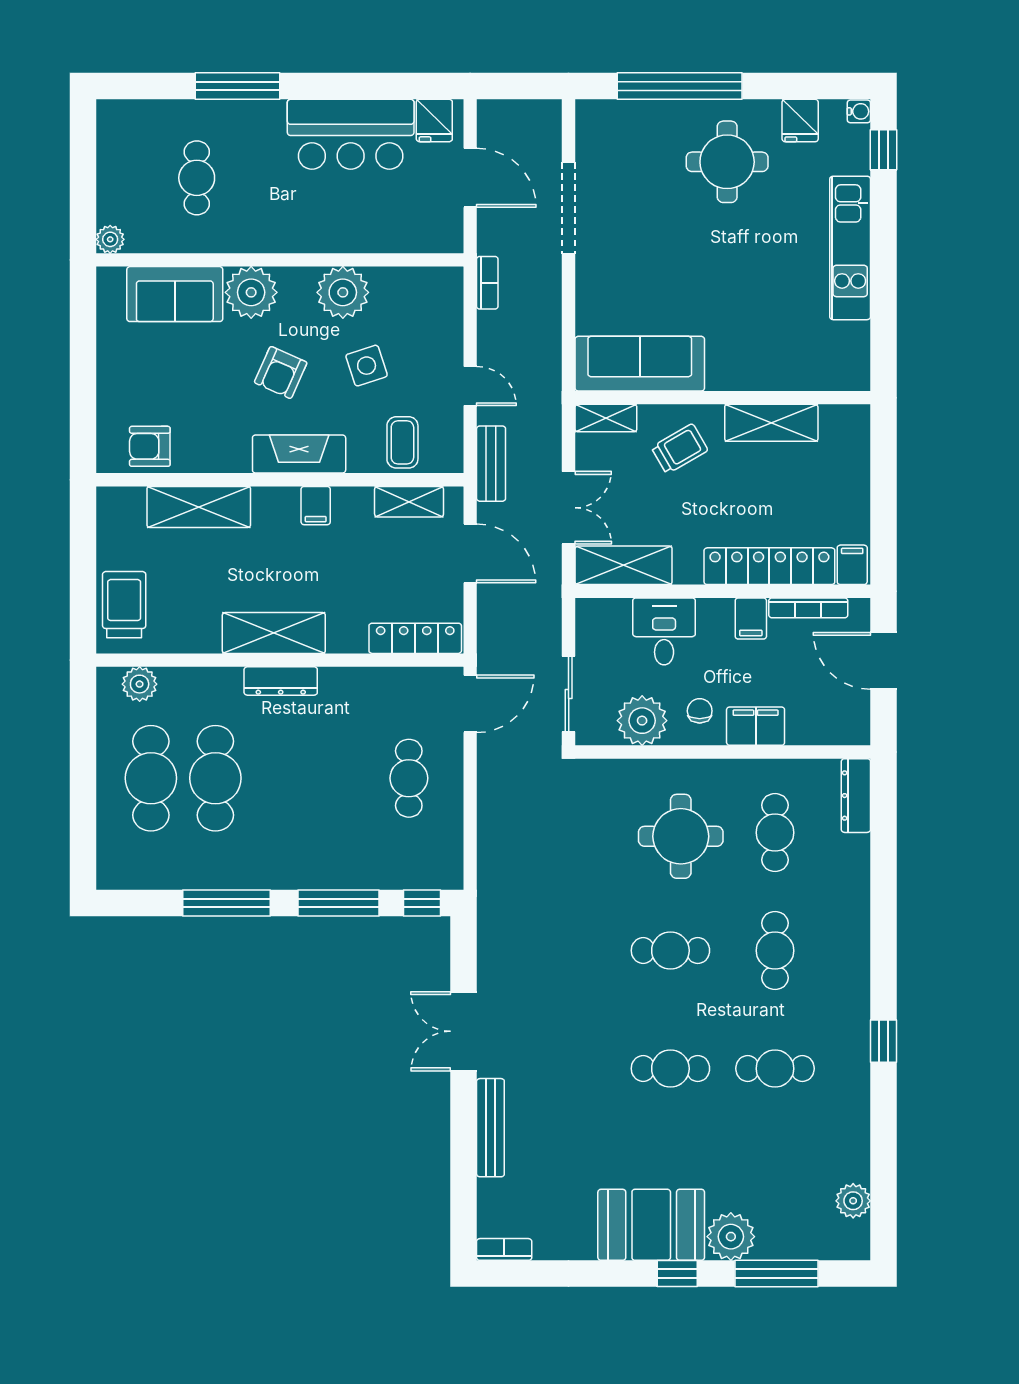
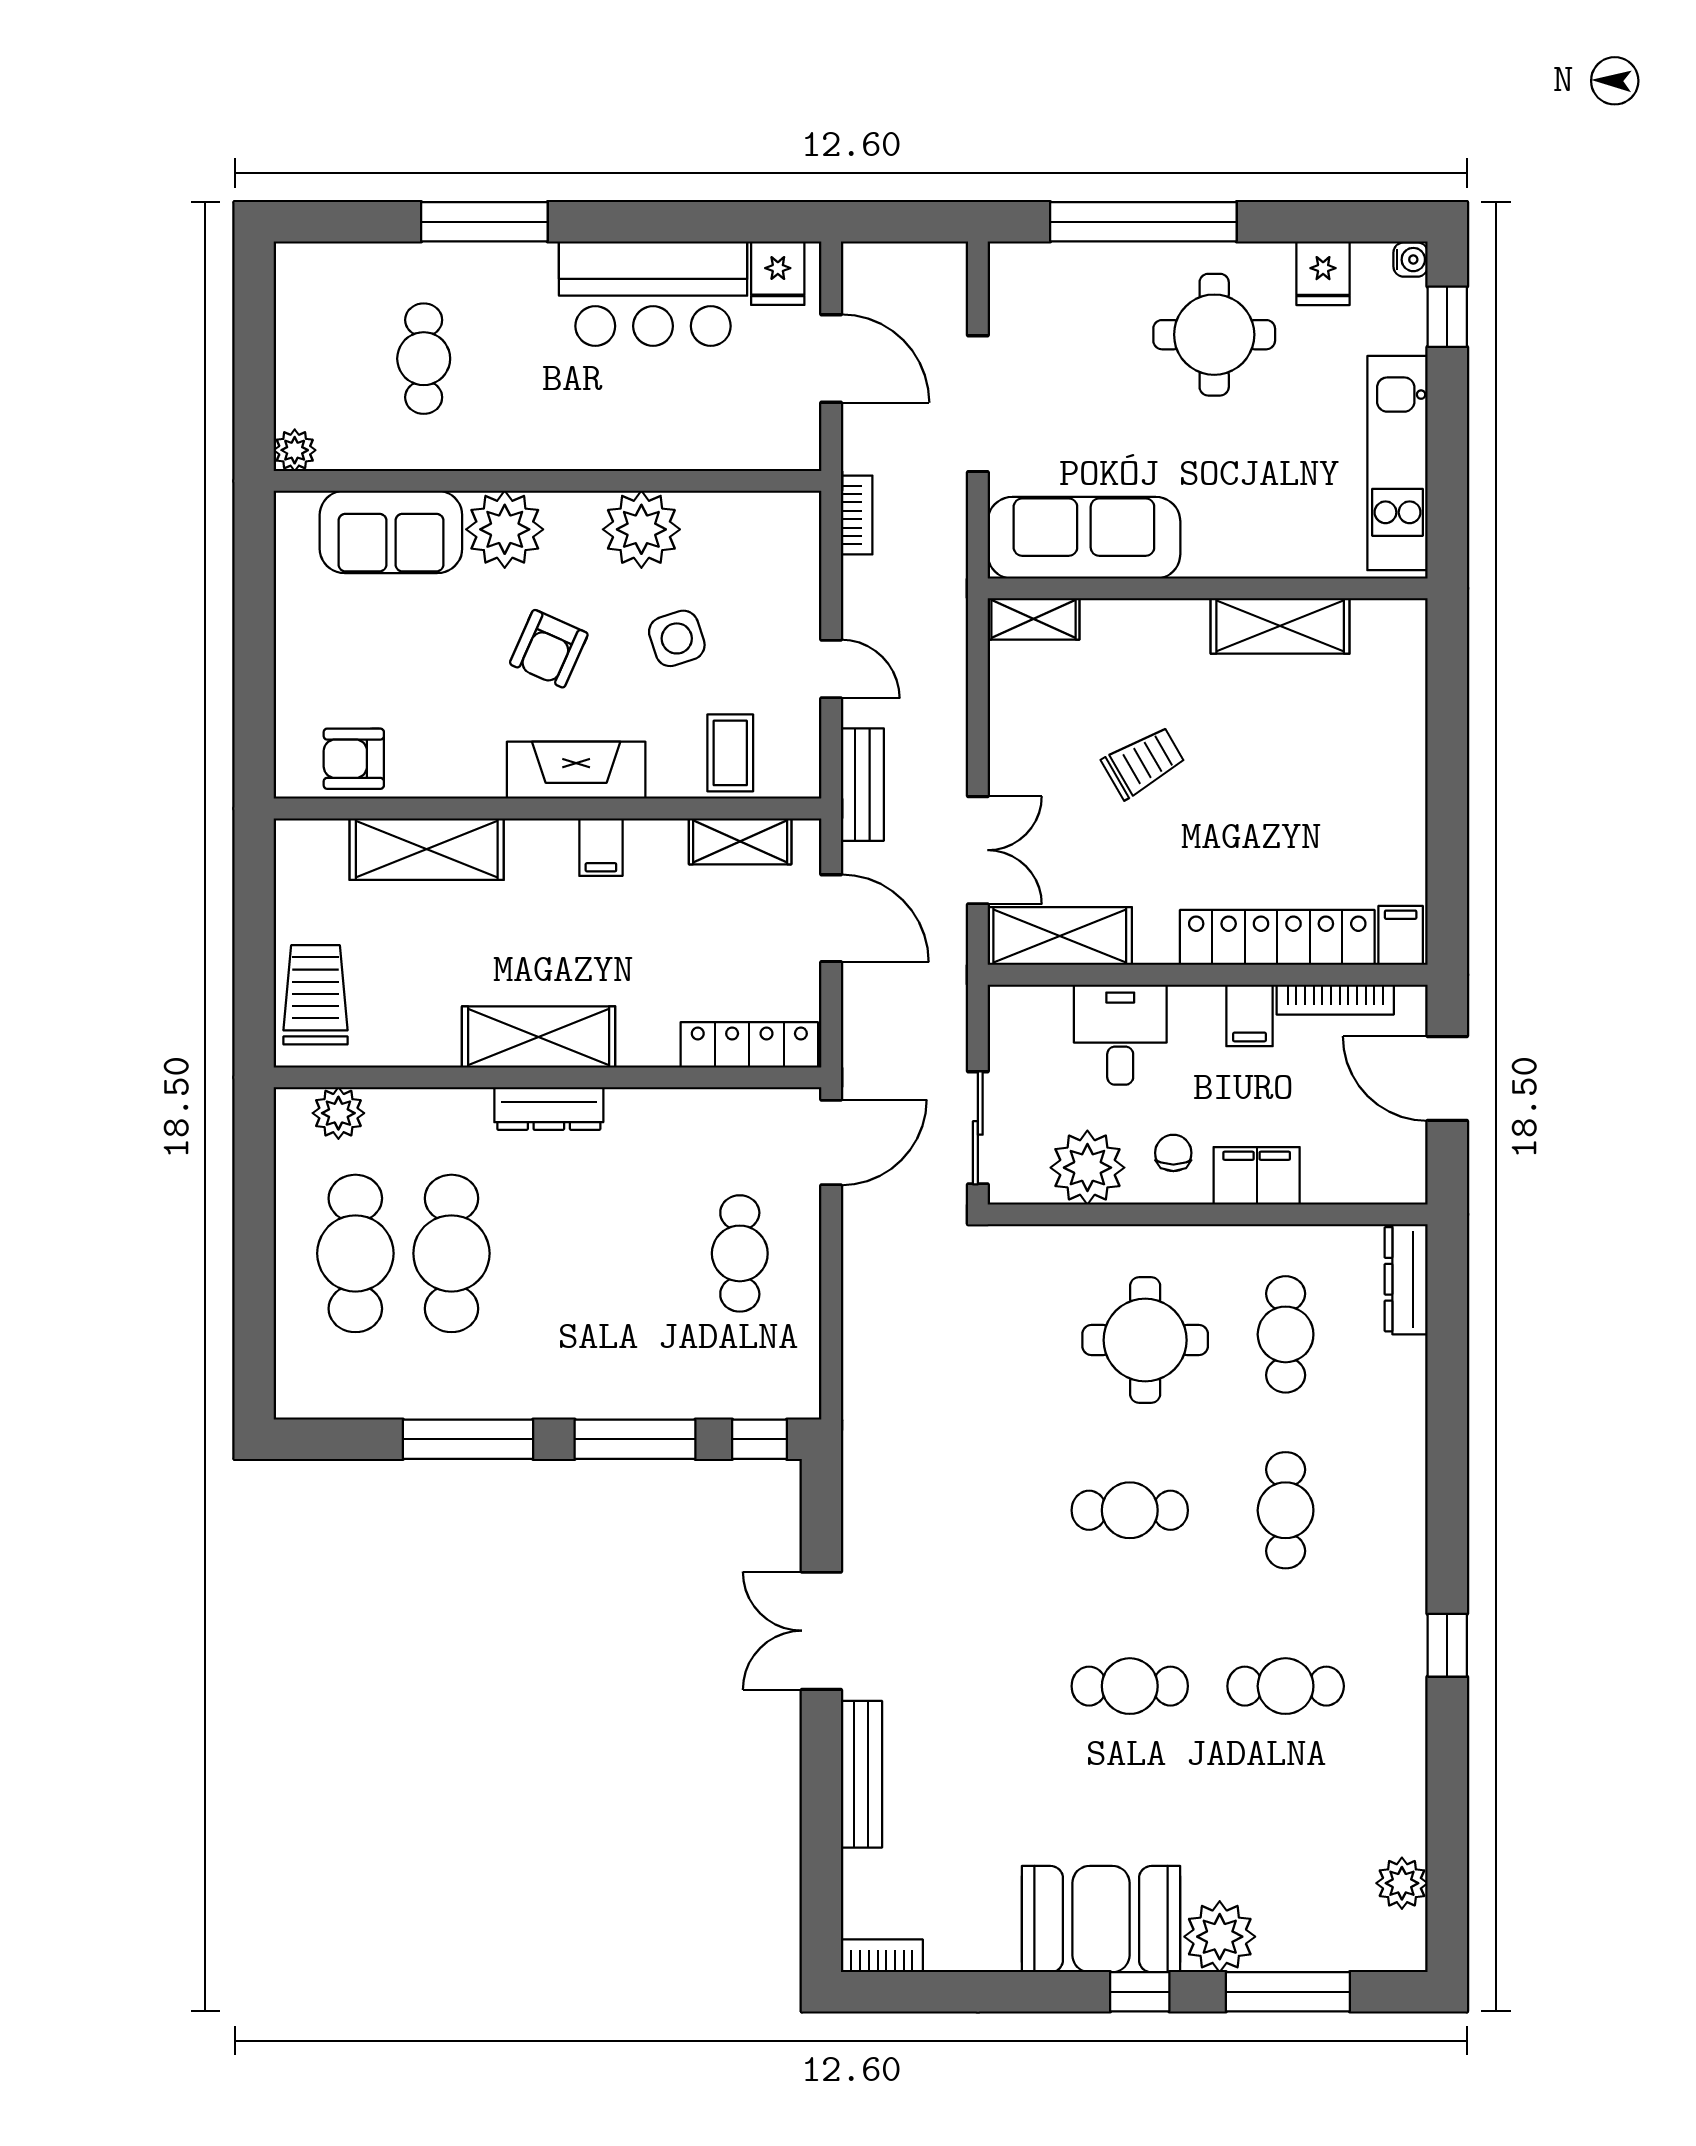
sofa: (640, 364) -> (1084, 538), moved
wall: (723, 398) -> (1208, 588), moved
shelving: (606, 418) -> (1034, 619), moved
shelving: (771, 423) -> (1280, 626), moved

